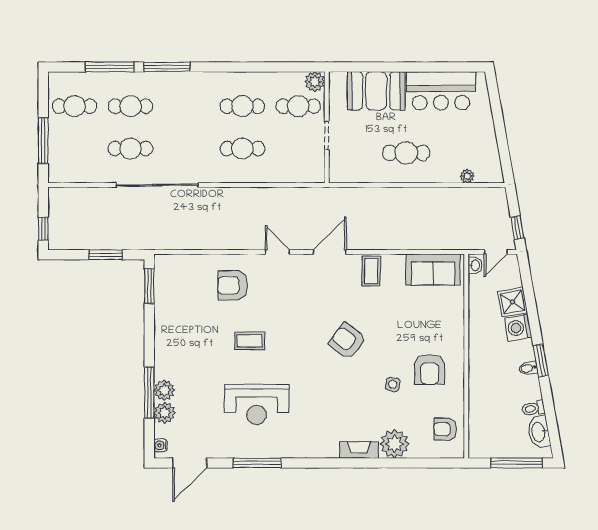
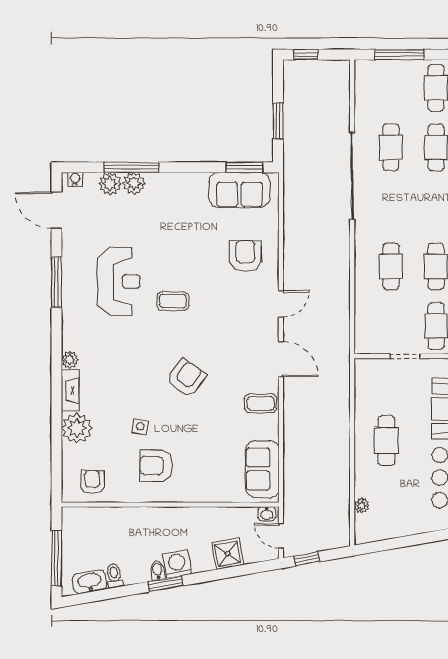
sofa: (171, 291) -> (239, 190), added
washing machine: (518, 328) -> (177, 564), moved
coffee table: (250, 341) -> (173, 301), moved, turned 90
reception desk: (257, 404) -> (119, 282), turned 180
plant: (330, 450) -> (70, 360), added

